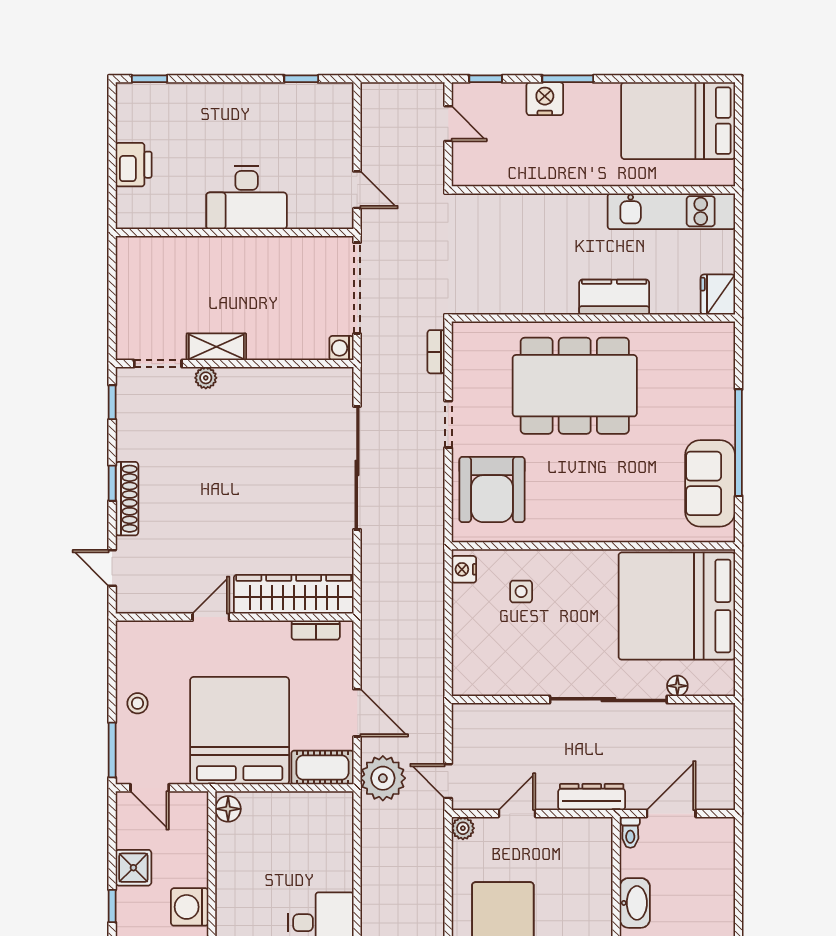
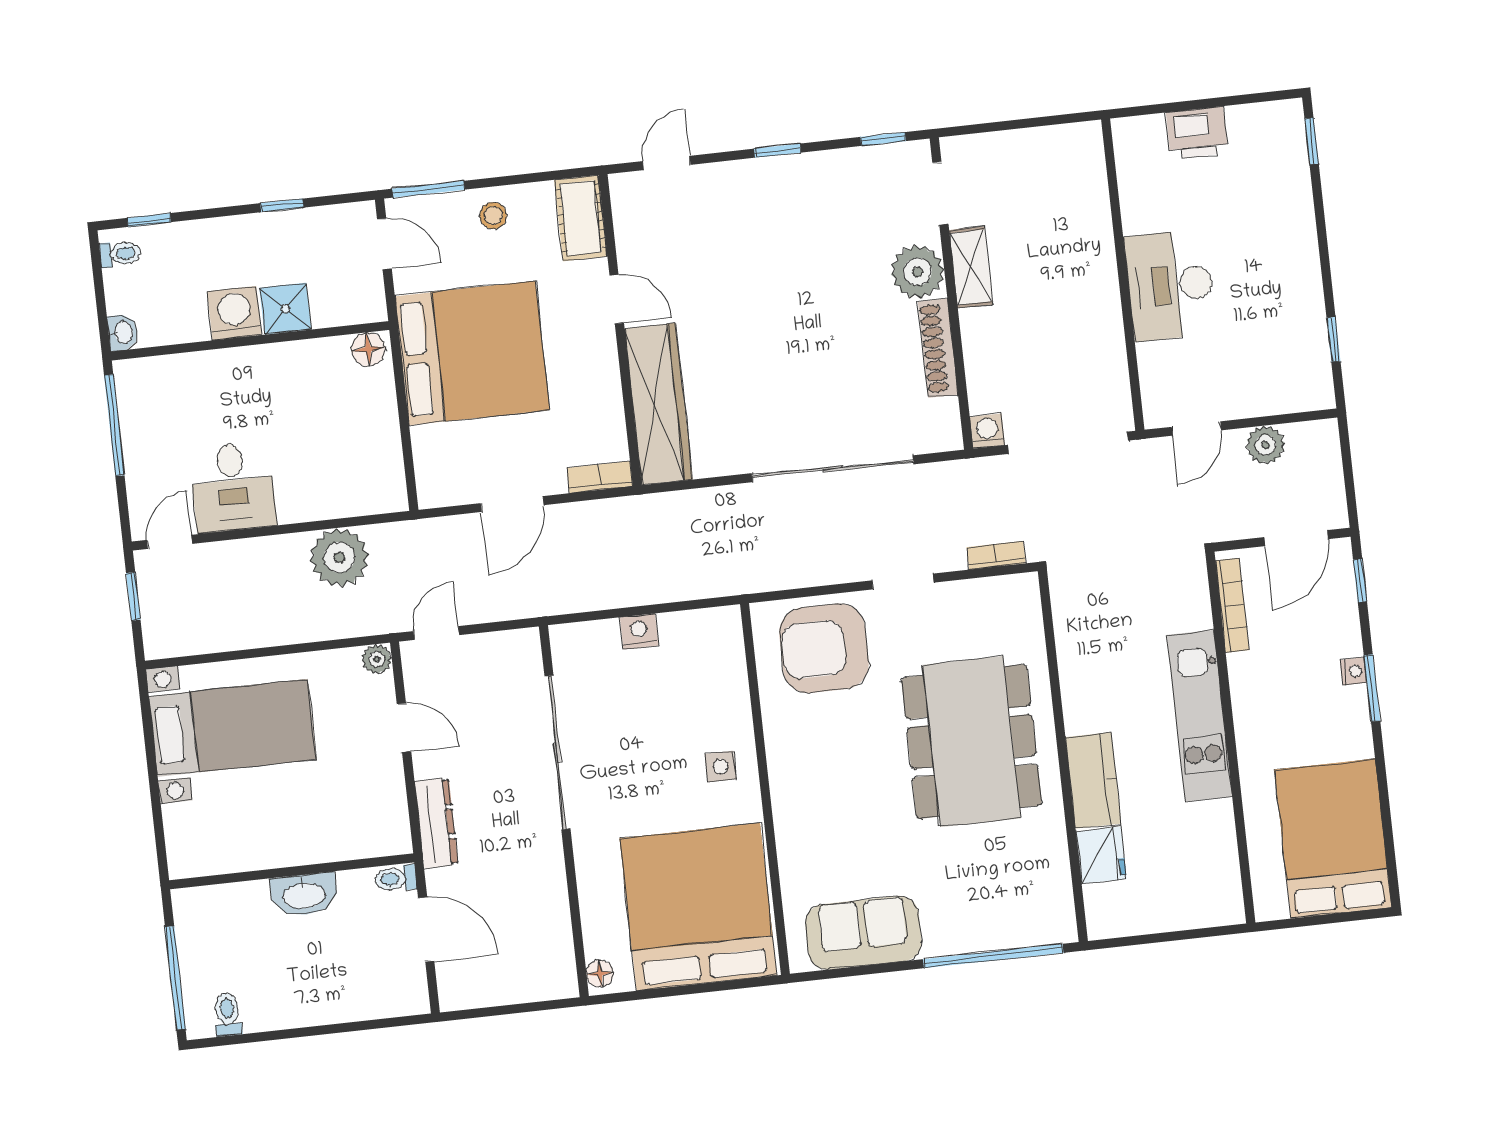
nightstand: (545, 99) -> (1353, 671), width x0.53, depth x0.56
door: (448, 124) -> (1296, 538), width x1.37
plant: (375, 139) -> (1265, 445), added
bookcase: (494, 177) -> (1232, 605), added
kitchen unit: (671, 211) -> (1200, 716), moved
fridge: (718, 295) -> (1101, 855), moved, turned 90
plant: (206, 378) -> (918, 272), width x1.88, depth x1.88
window: (739, 443) -> (993, 956), moved
shoe rack: (127, 499) -> (938, 348), moved, turned 90
nightstand: (464, 569) -> (639, 632), moved
side table: (521, 591) -> (721, 766), moved
bookcase: (316, 630) -> (600, 477), moved, turned 90
floor lamp: (677, 686) -> (600, 974), moved
sliding door: (608, 700) -> (557, 753), moved
cot: (322, 767) -> (581, 218), moved
plant: (383, 778) -> (339, 557), moved
door: (150, 788) -> (384, 244), swing flipped
shower: (133, 868) -> (285, 309), moved
window: (112, 906) -> (282, 205), moved

